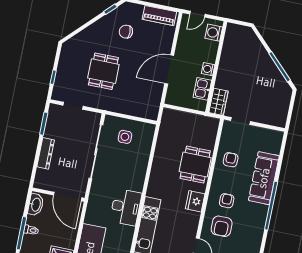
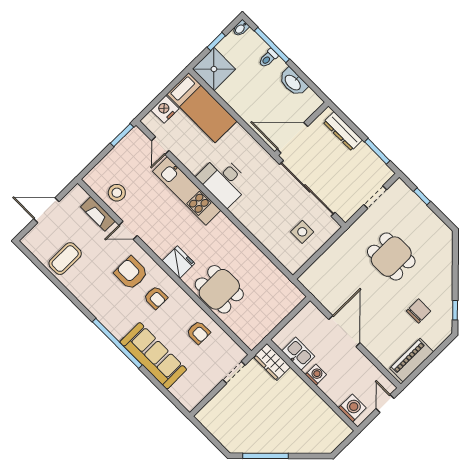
wall: (58, 195) -> (301, 129), moved
door: (68, 196) -> (292, 138), moved

